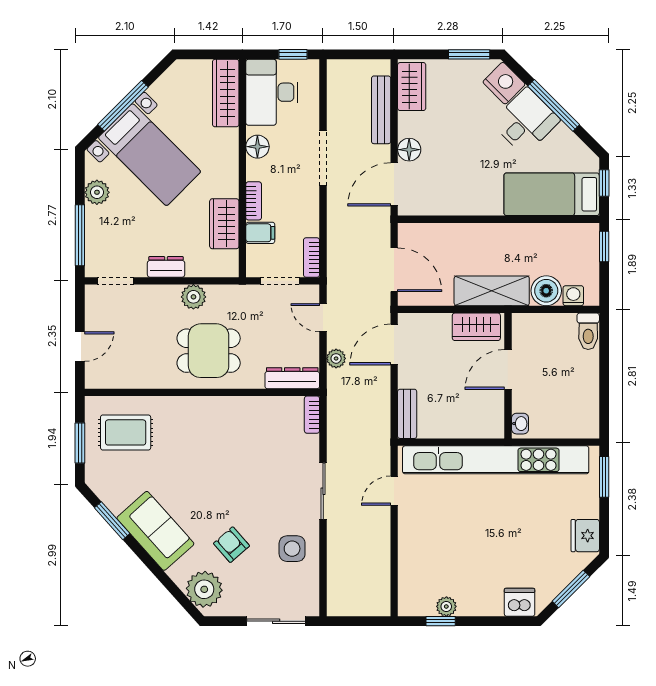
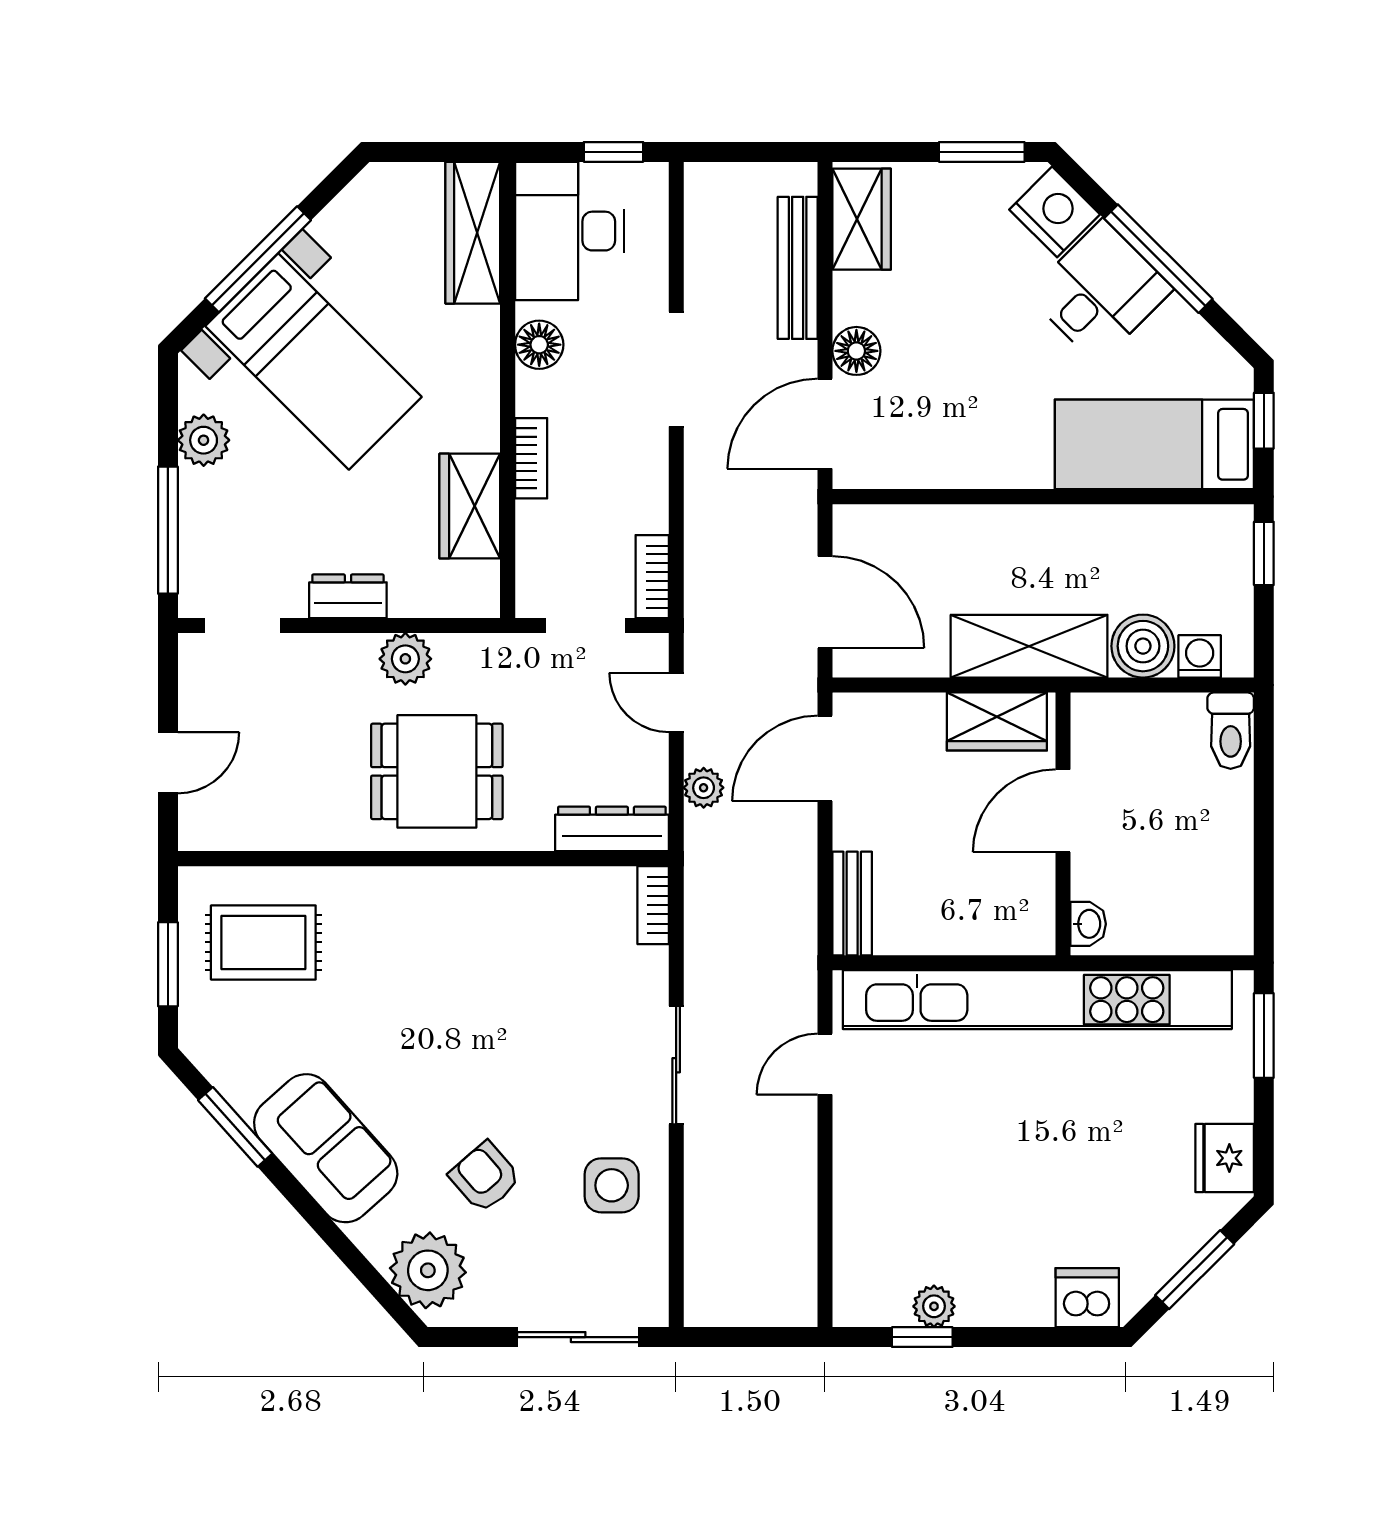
filing cabinet: (260, 233) -> (545, 525), removed

